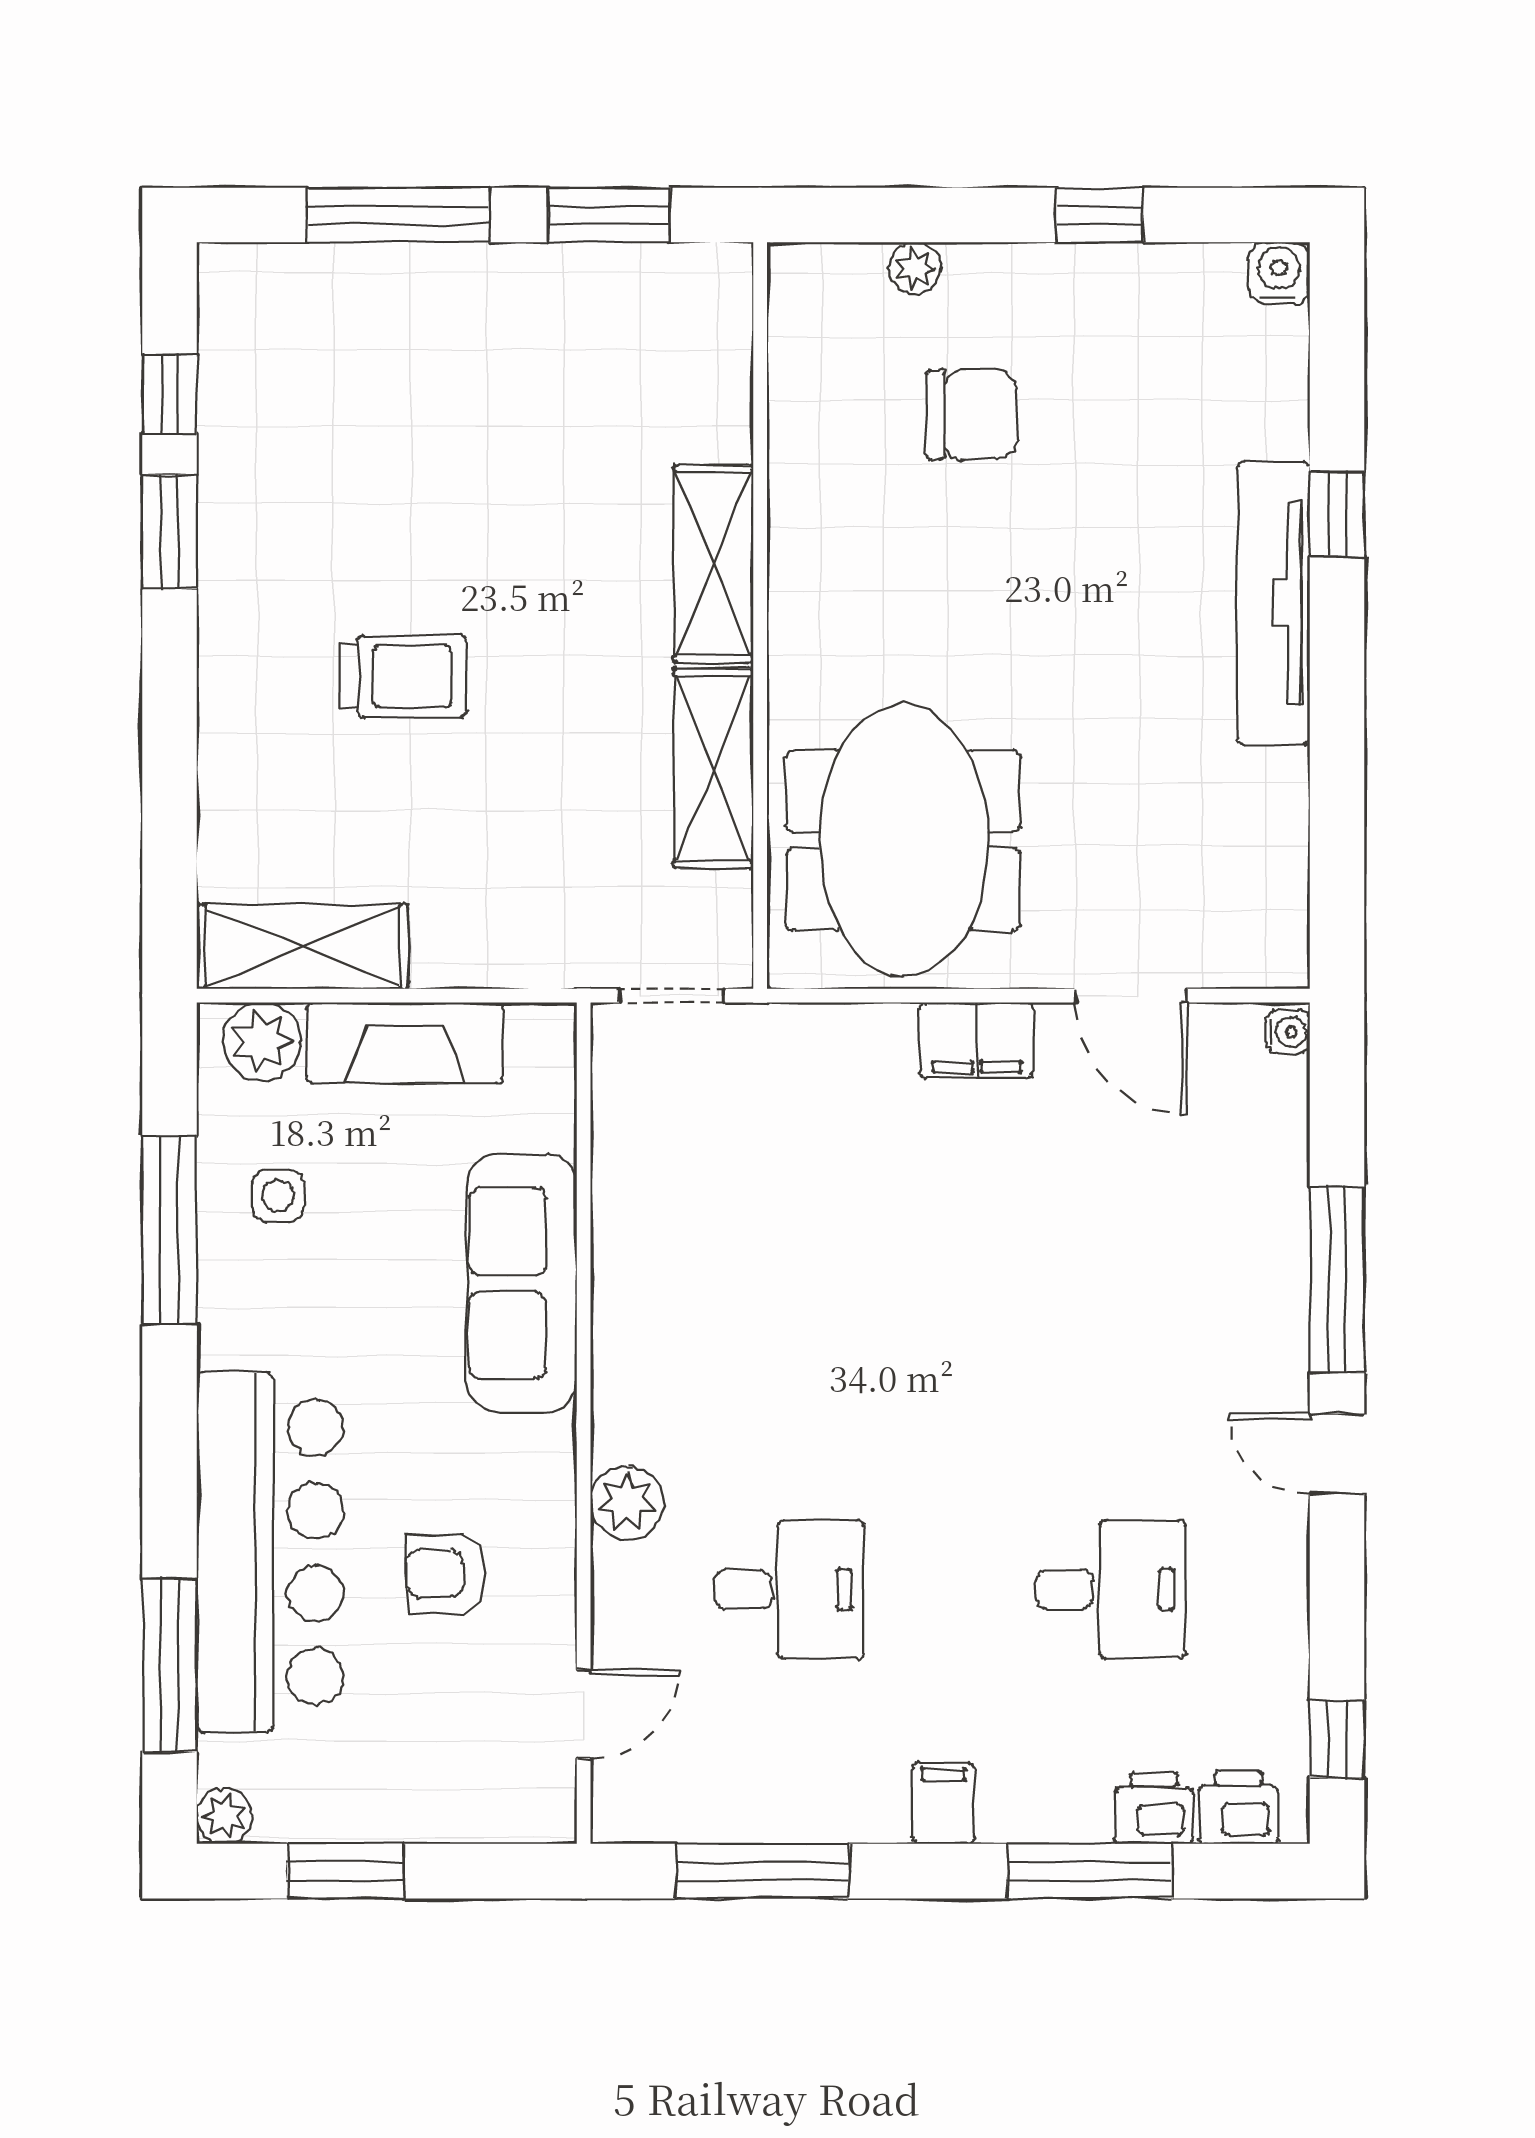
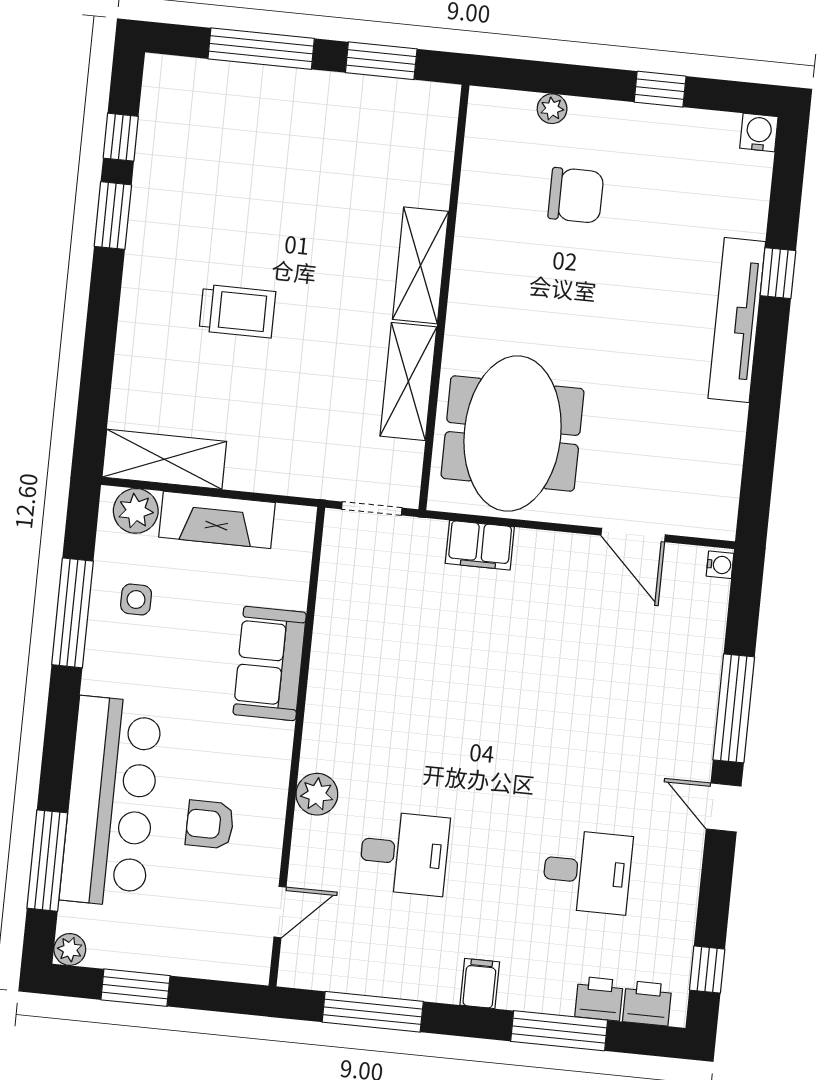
filing cabinet: (977, 1040) -> (480, 545), moved
sofa: (522, 1283) -> (270, 663), width x0.73

